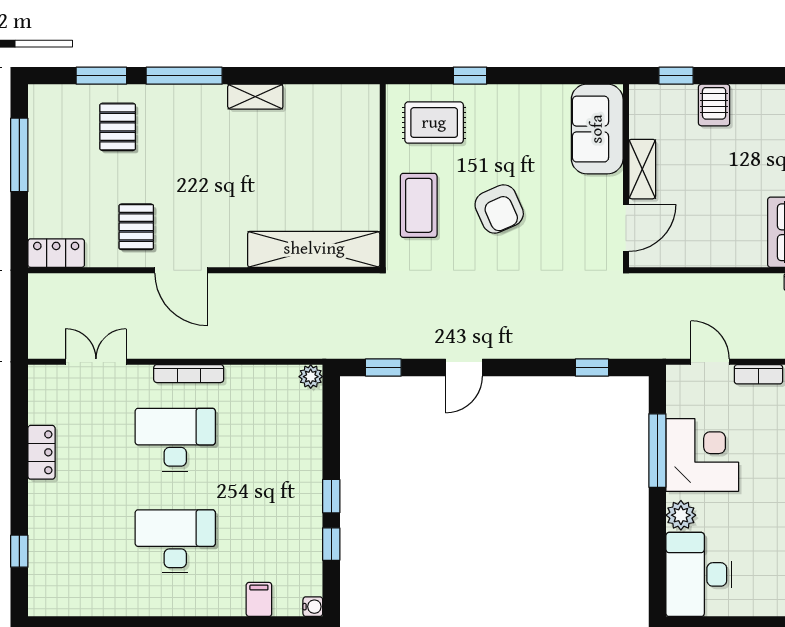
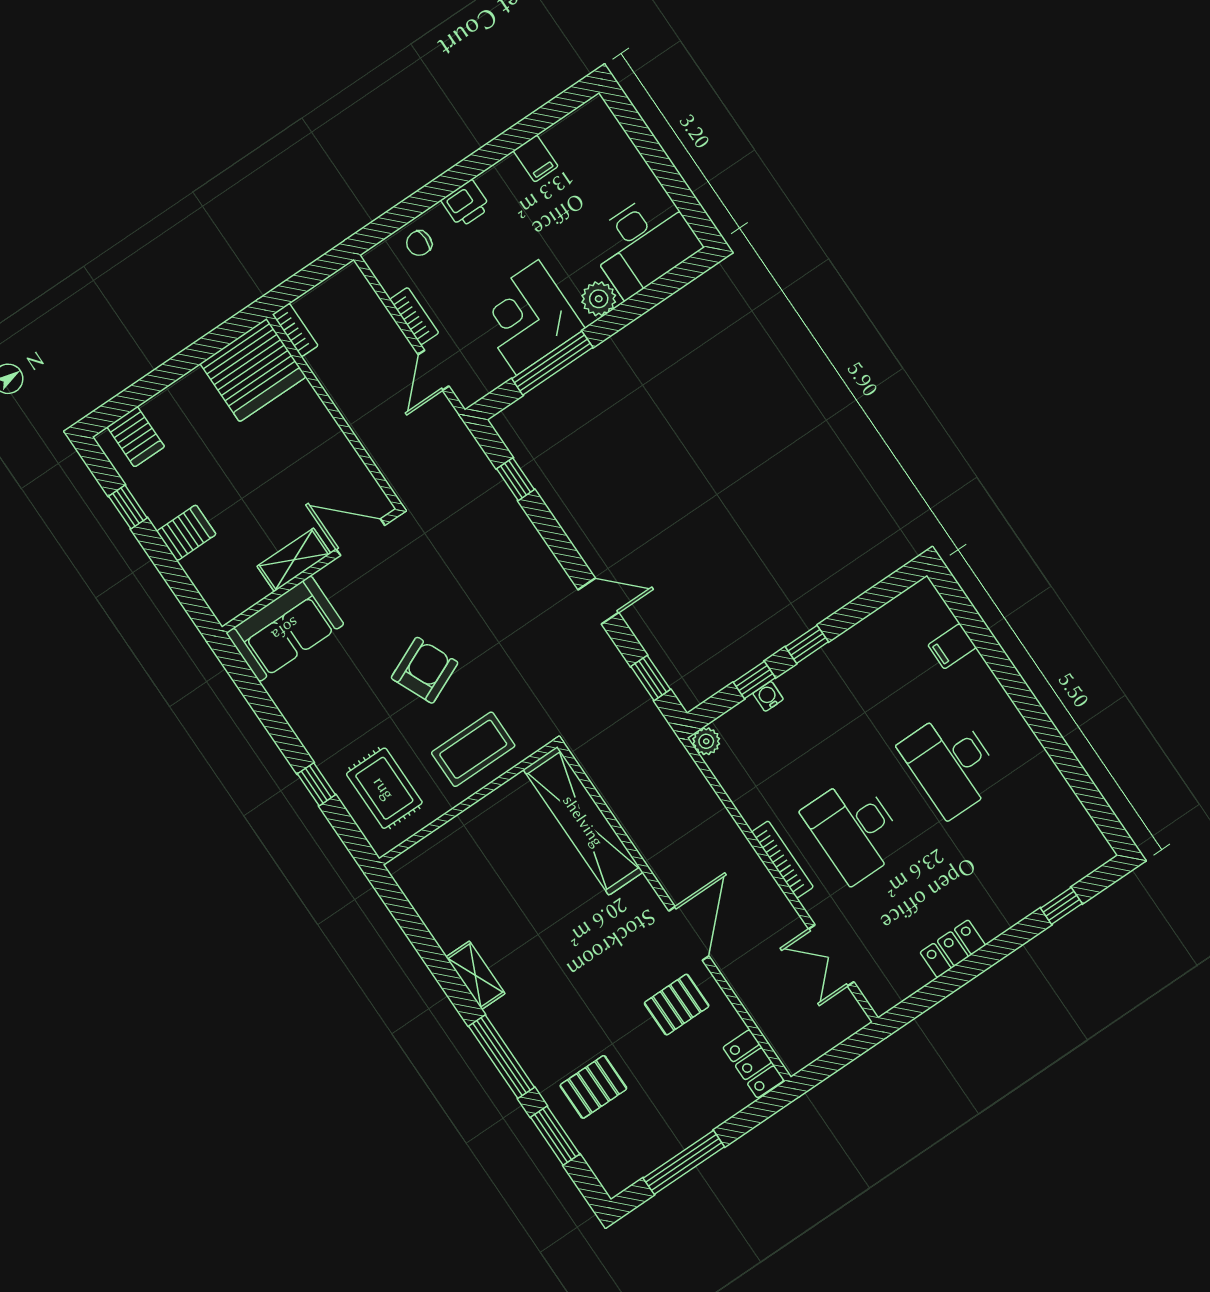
window: (676, 76) -> (128, 507), moved
window: (331, 544) -> (754, 680), moved
water cooler: (313, 607) -> (768, 696), moved

